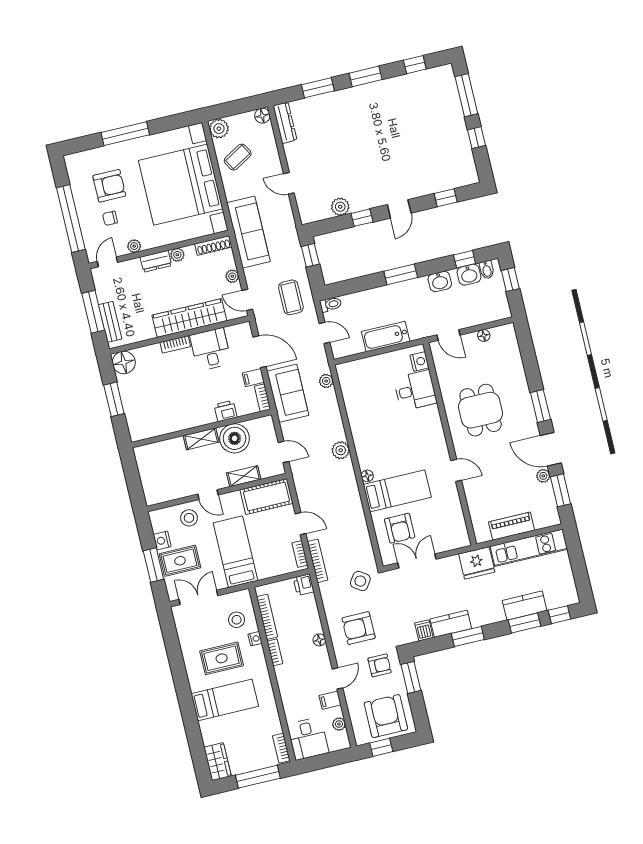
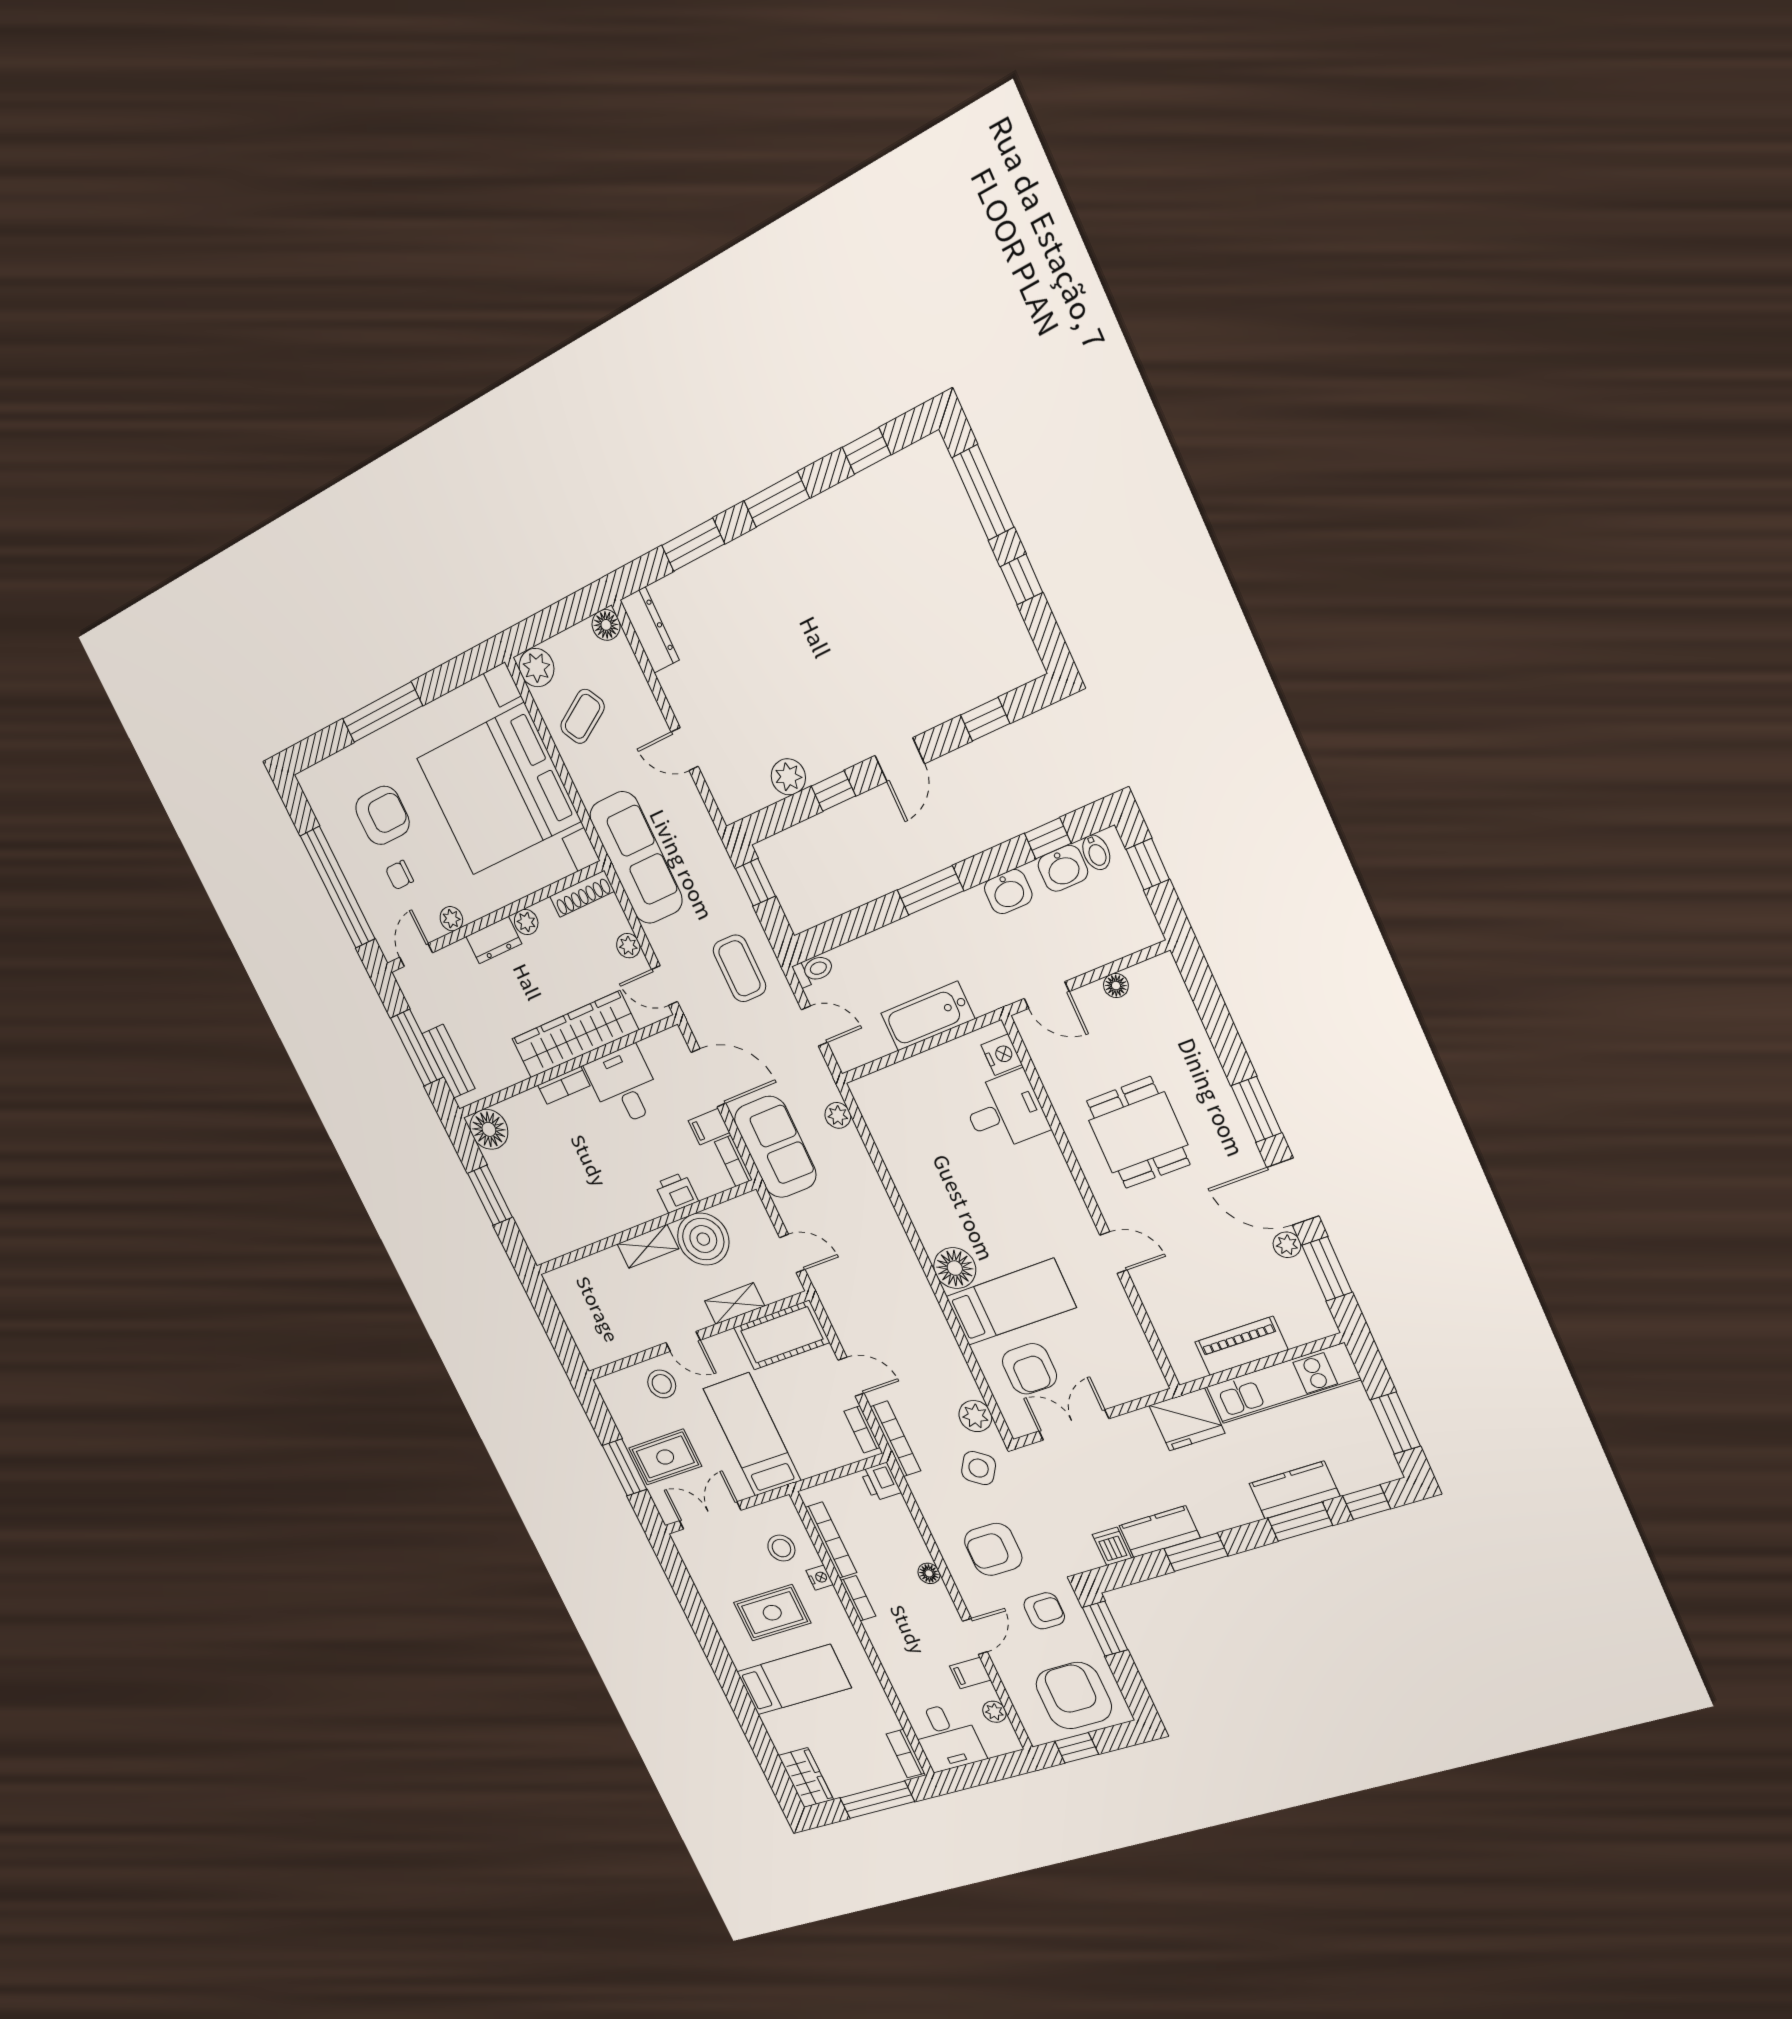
plant: (341, 450) -> (975, 1416), moved
floor lamp: (367, 476) -> (955, 1268), width x1.89, depth x1.89
nightstand: (162, 540) -> (628, 1426), removed
window: (580, 573) -> (1395, 1423), added

